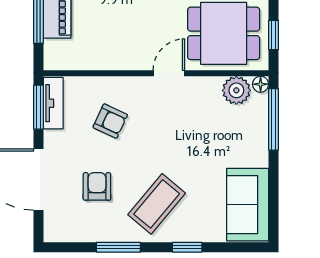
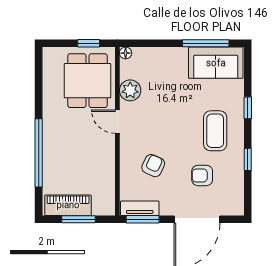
plant: (236, 90) -> (130, 90), moved
window: (273, 119) -> (206, 43), moved
coffee table: (157, 204) -> (215, 131), turned 50
window: (118, 247) -> (248, 159), width x0.67

